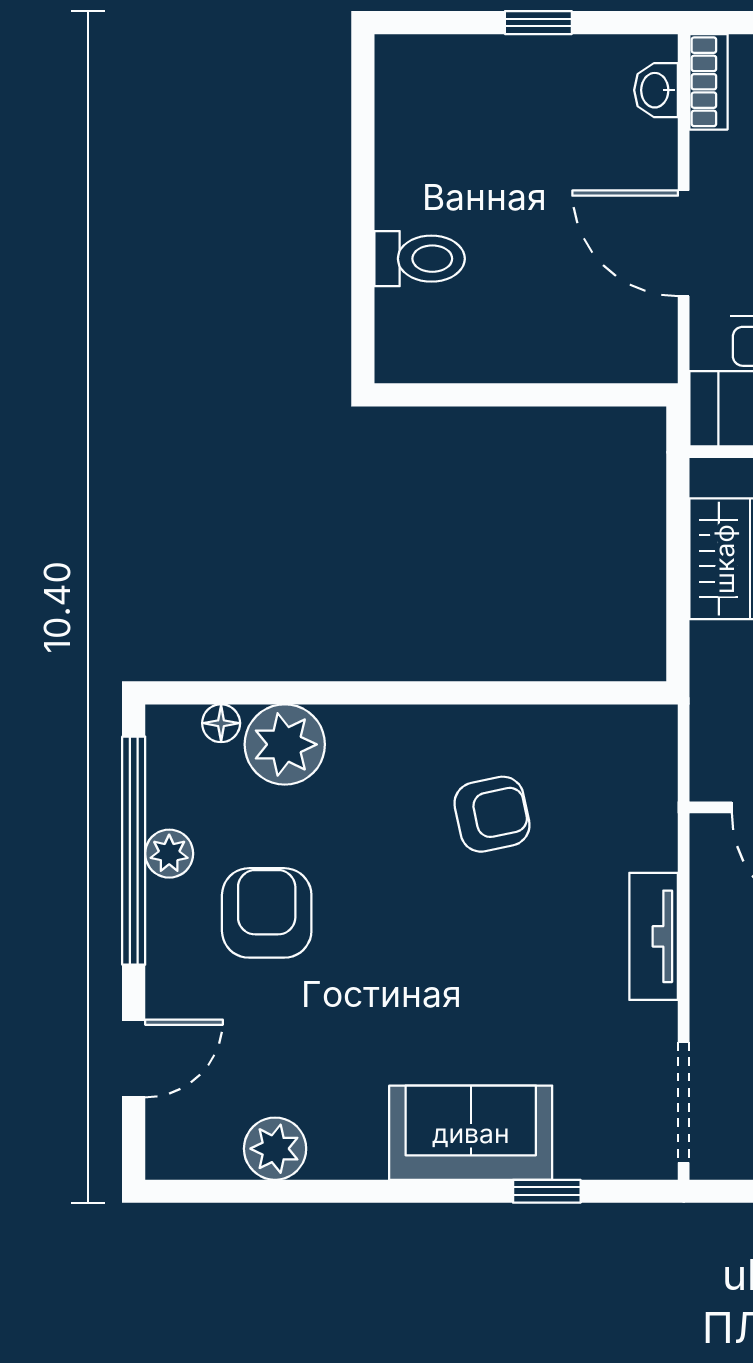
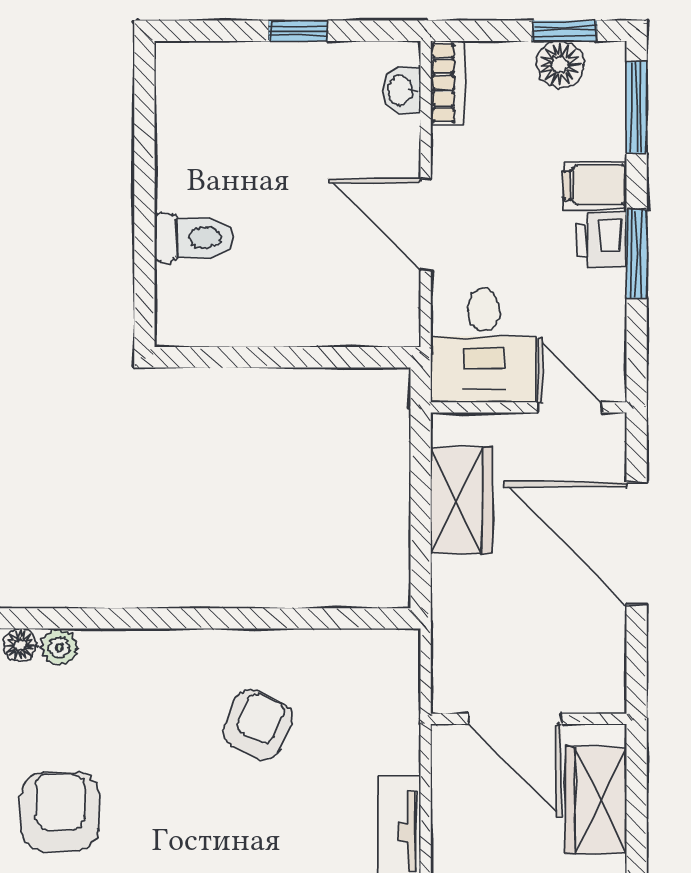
plant: (285, 744) -> (60, 647), width x0.53, depth x0.53
armchair: (492, 814) -> (258, 725), turned -53

